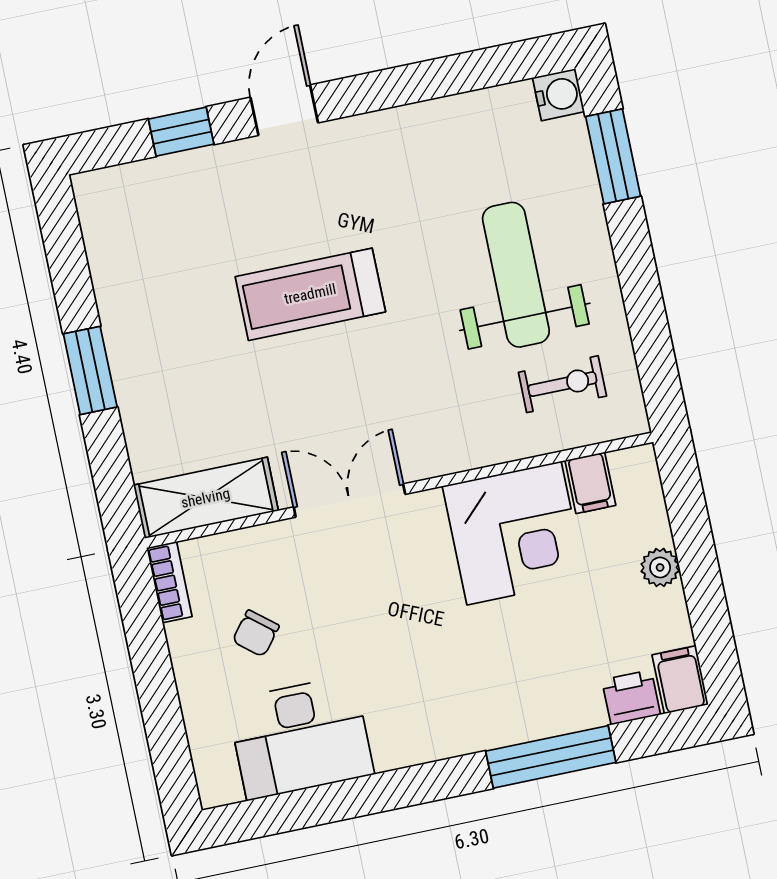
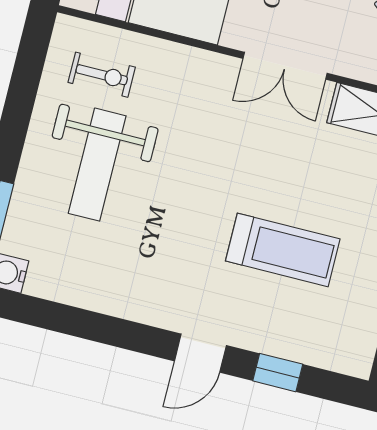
treadmill: (310, 294) -> (283, 250), moved
exercise bike: (562, 384) -> (102, 75), turned 180

